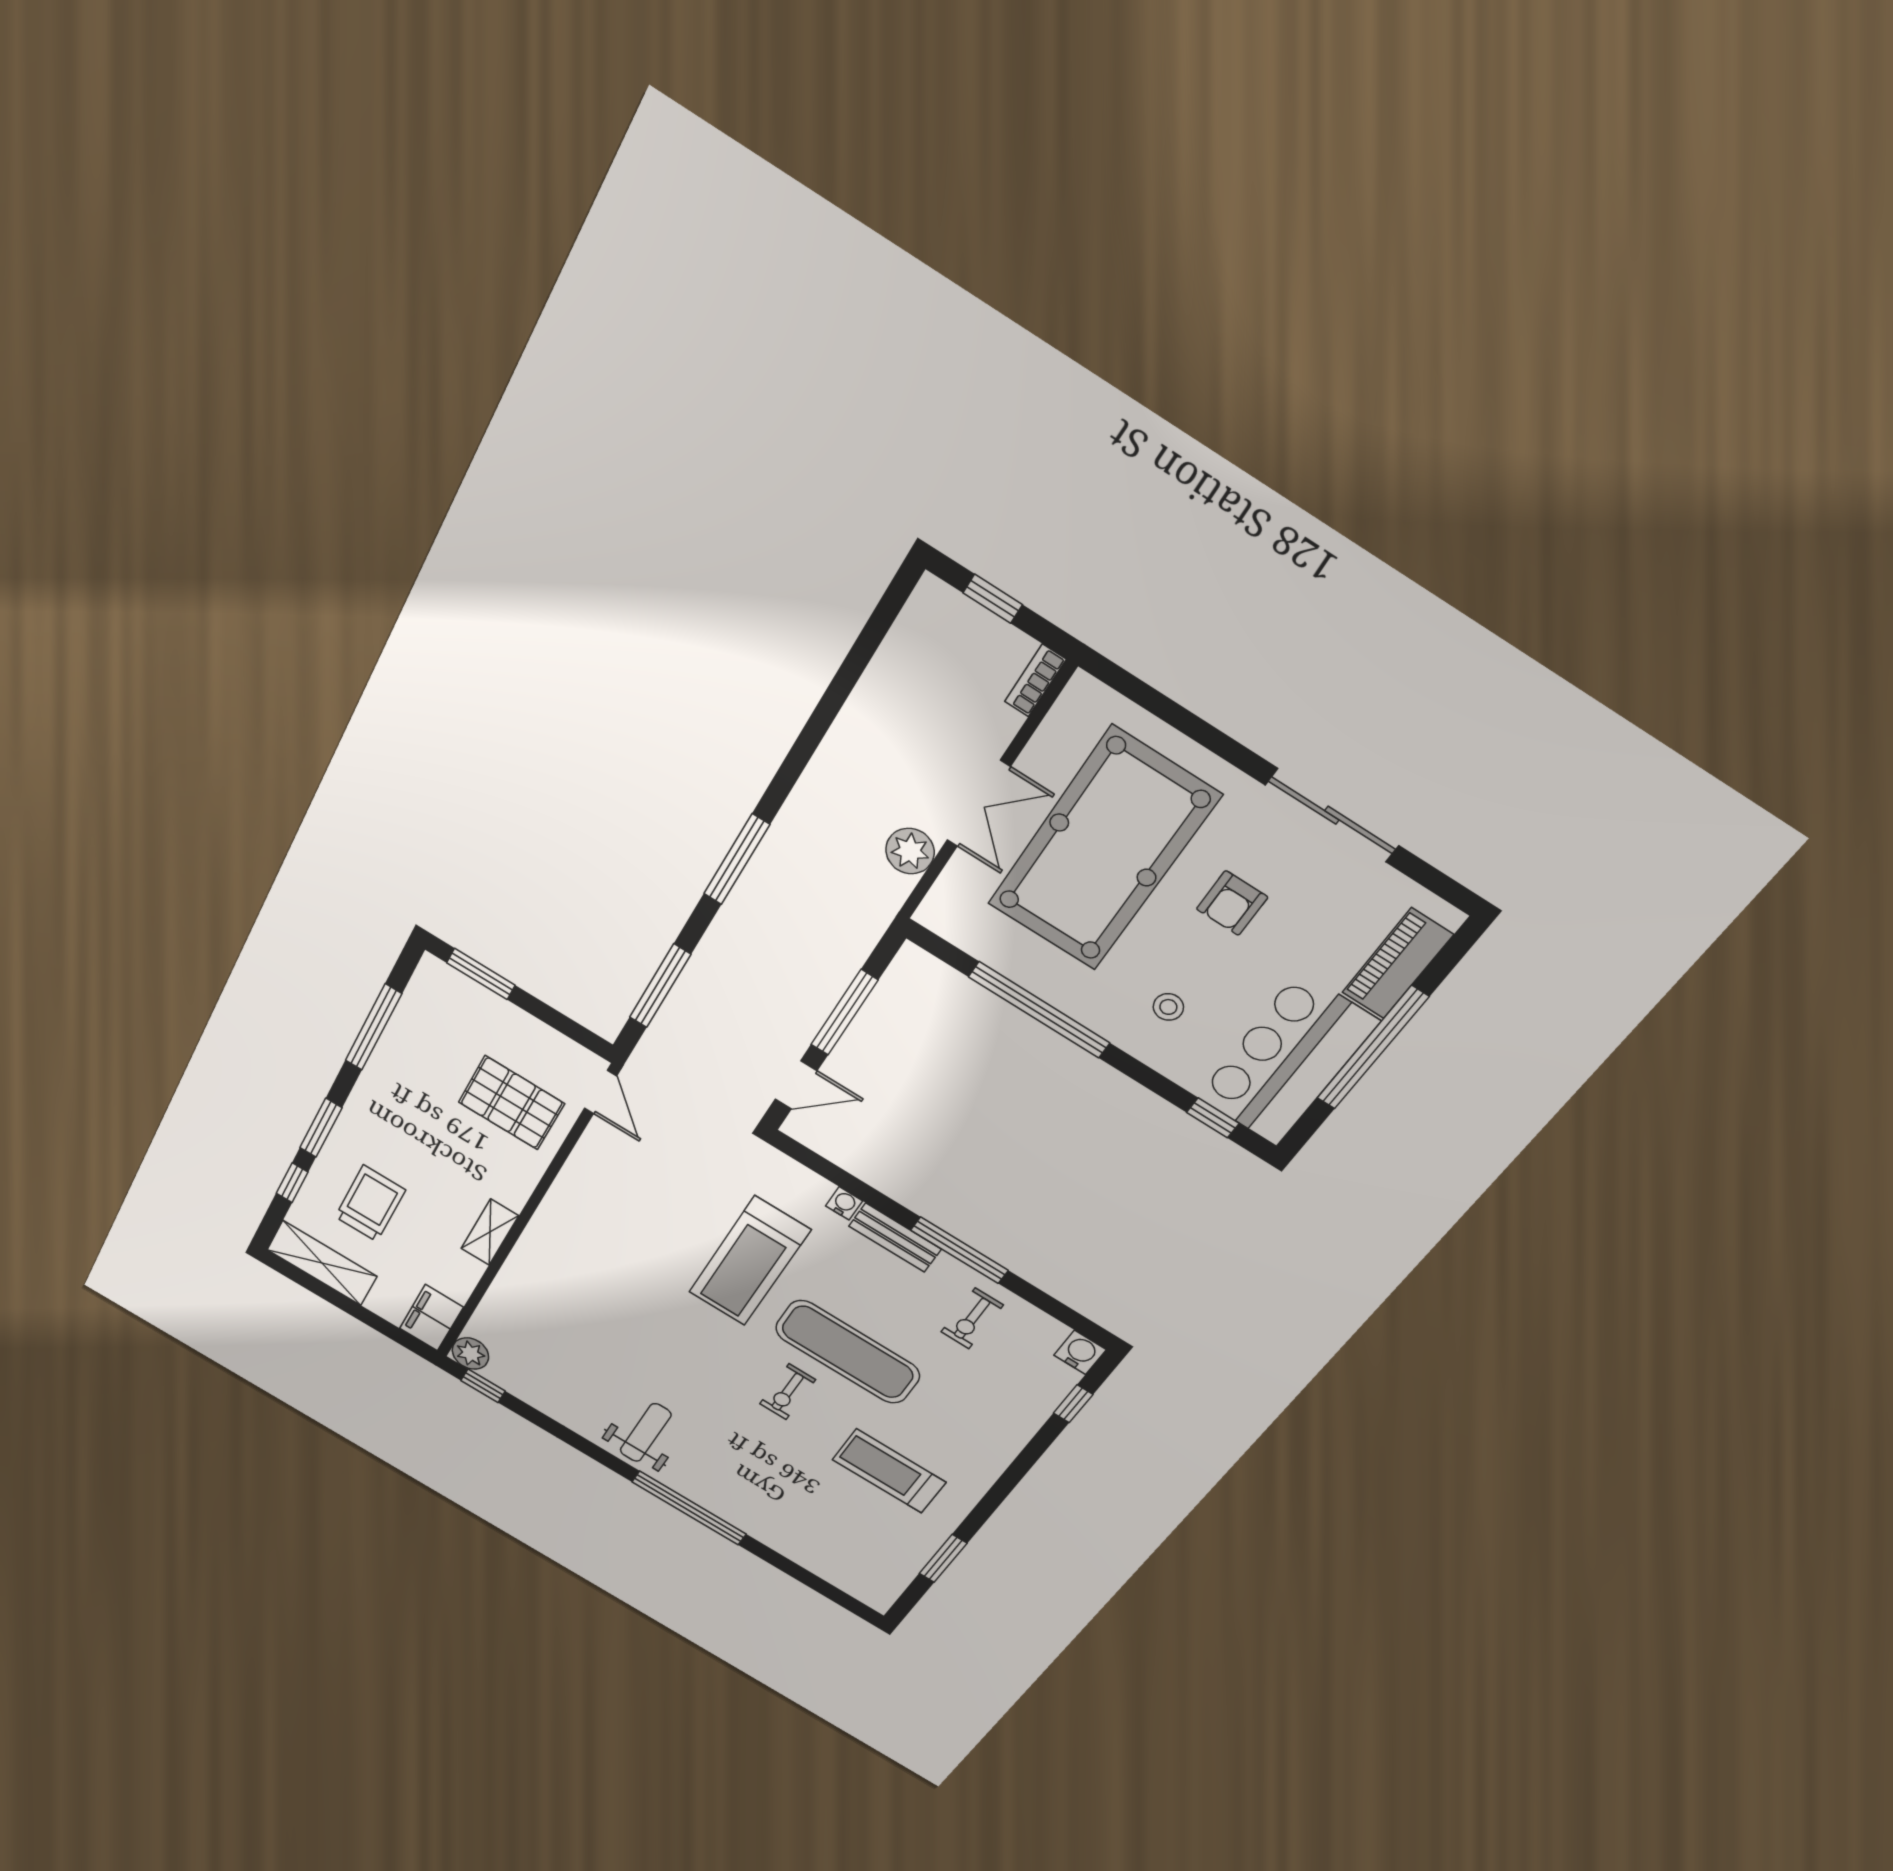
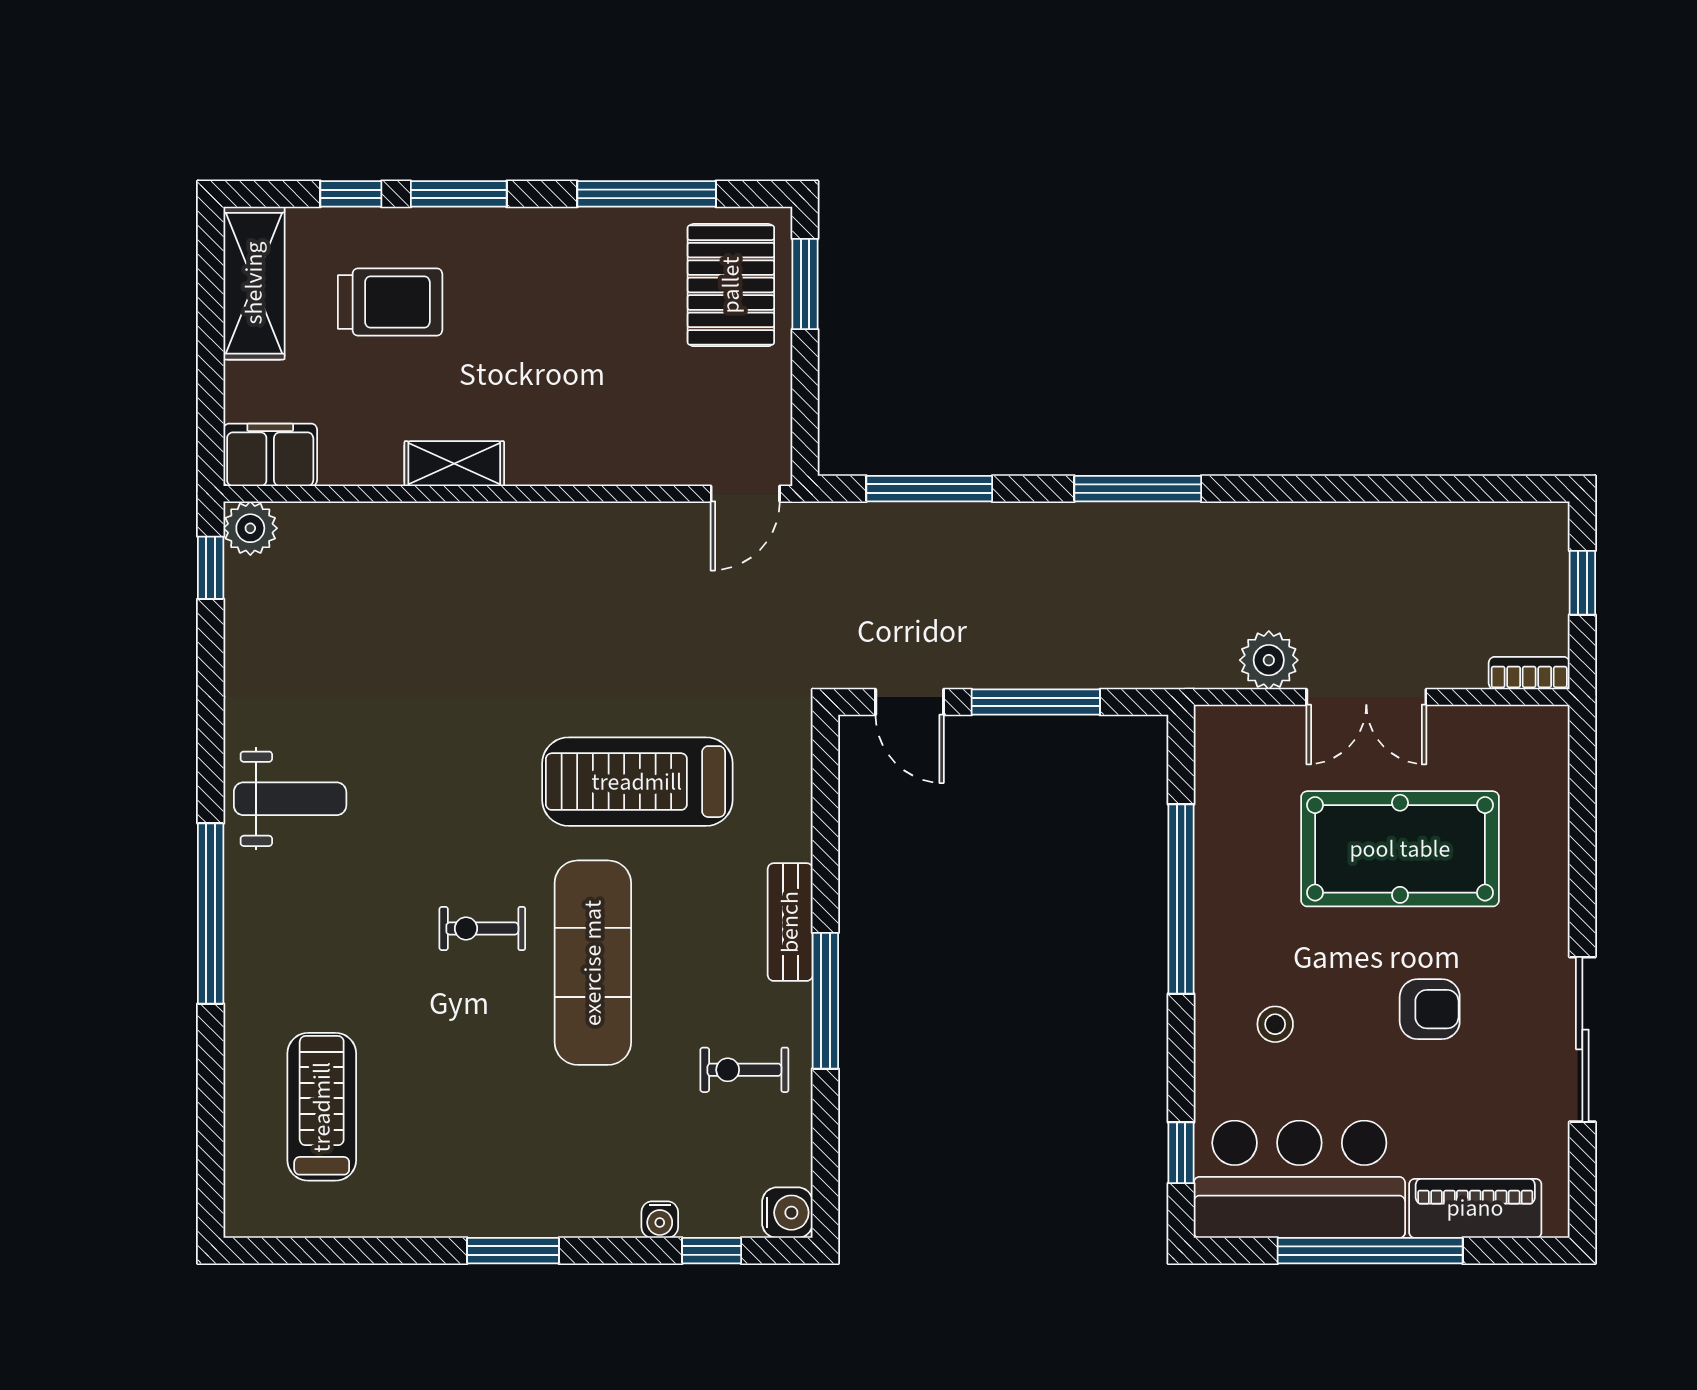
pool table: (1103, 850) -> (1400, 849), width x0.73, depth x0.76
armchair: (1232, 903) -> (1430, 1009), turned 180
pallet: (512, 1103) -> (731, 285), moved
water cooler: (844, 1203) -> (660, 1220), moved, turned 90
treadmill: (889, 1471) -> (322, 1107), moved
window: (943, 1558) -> (513, 1251), moved

